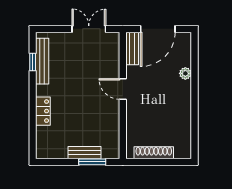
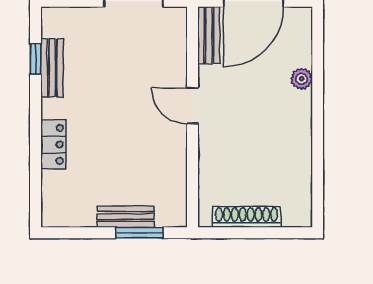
bench: (42, 61) -> (52, 68), width x0.73

